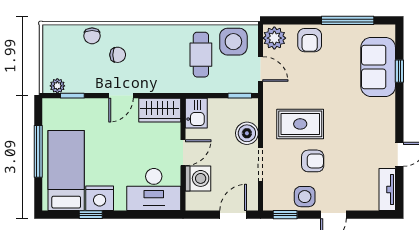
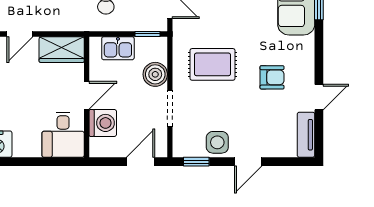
kitchen sink: (196, 113) -> (118, 48), moved, turned 90
armchair: (313, 161) -> (272, 77), moved
desk: (154, 189) -> (63, 135), width x0.73

